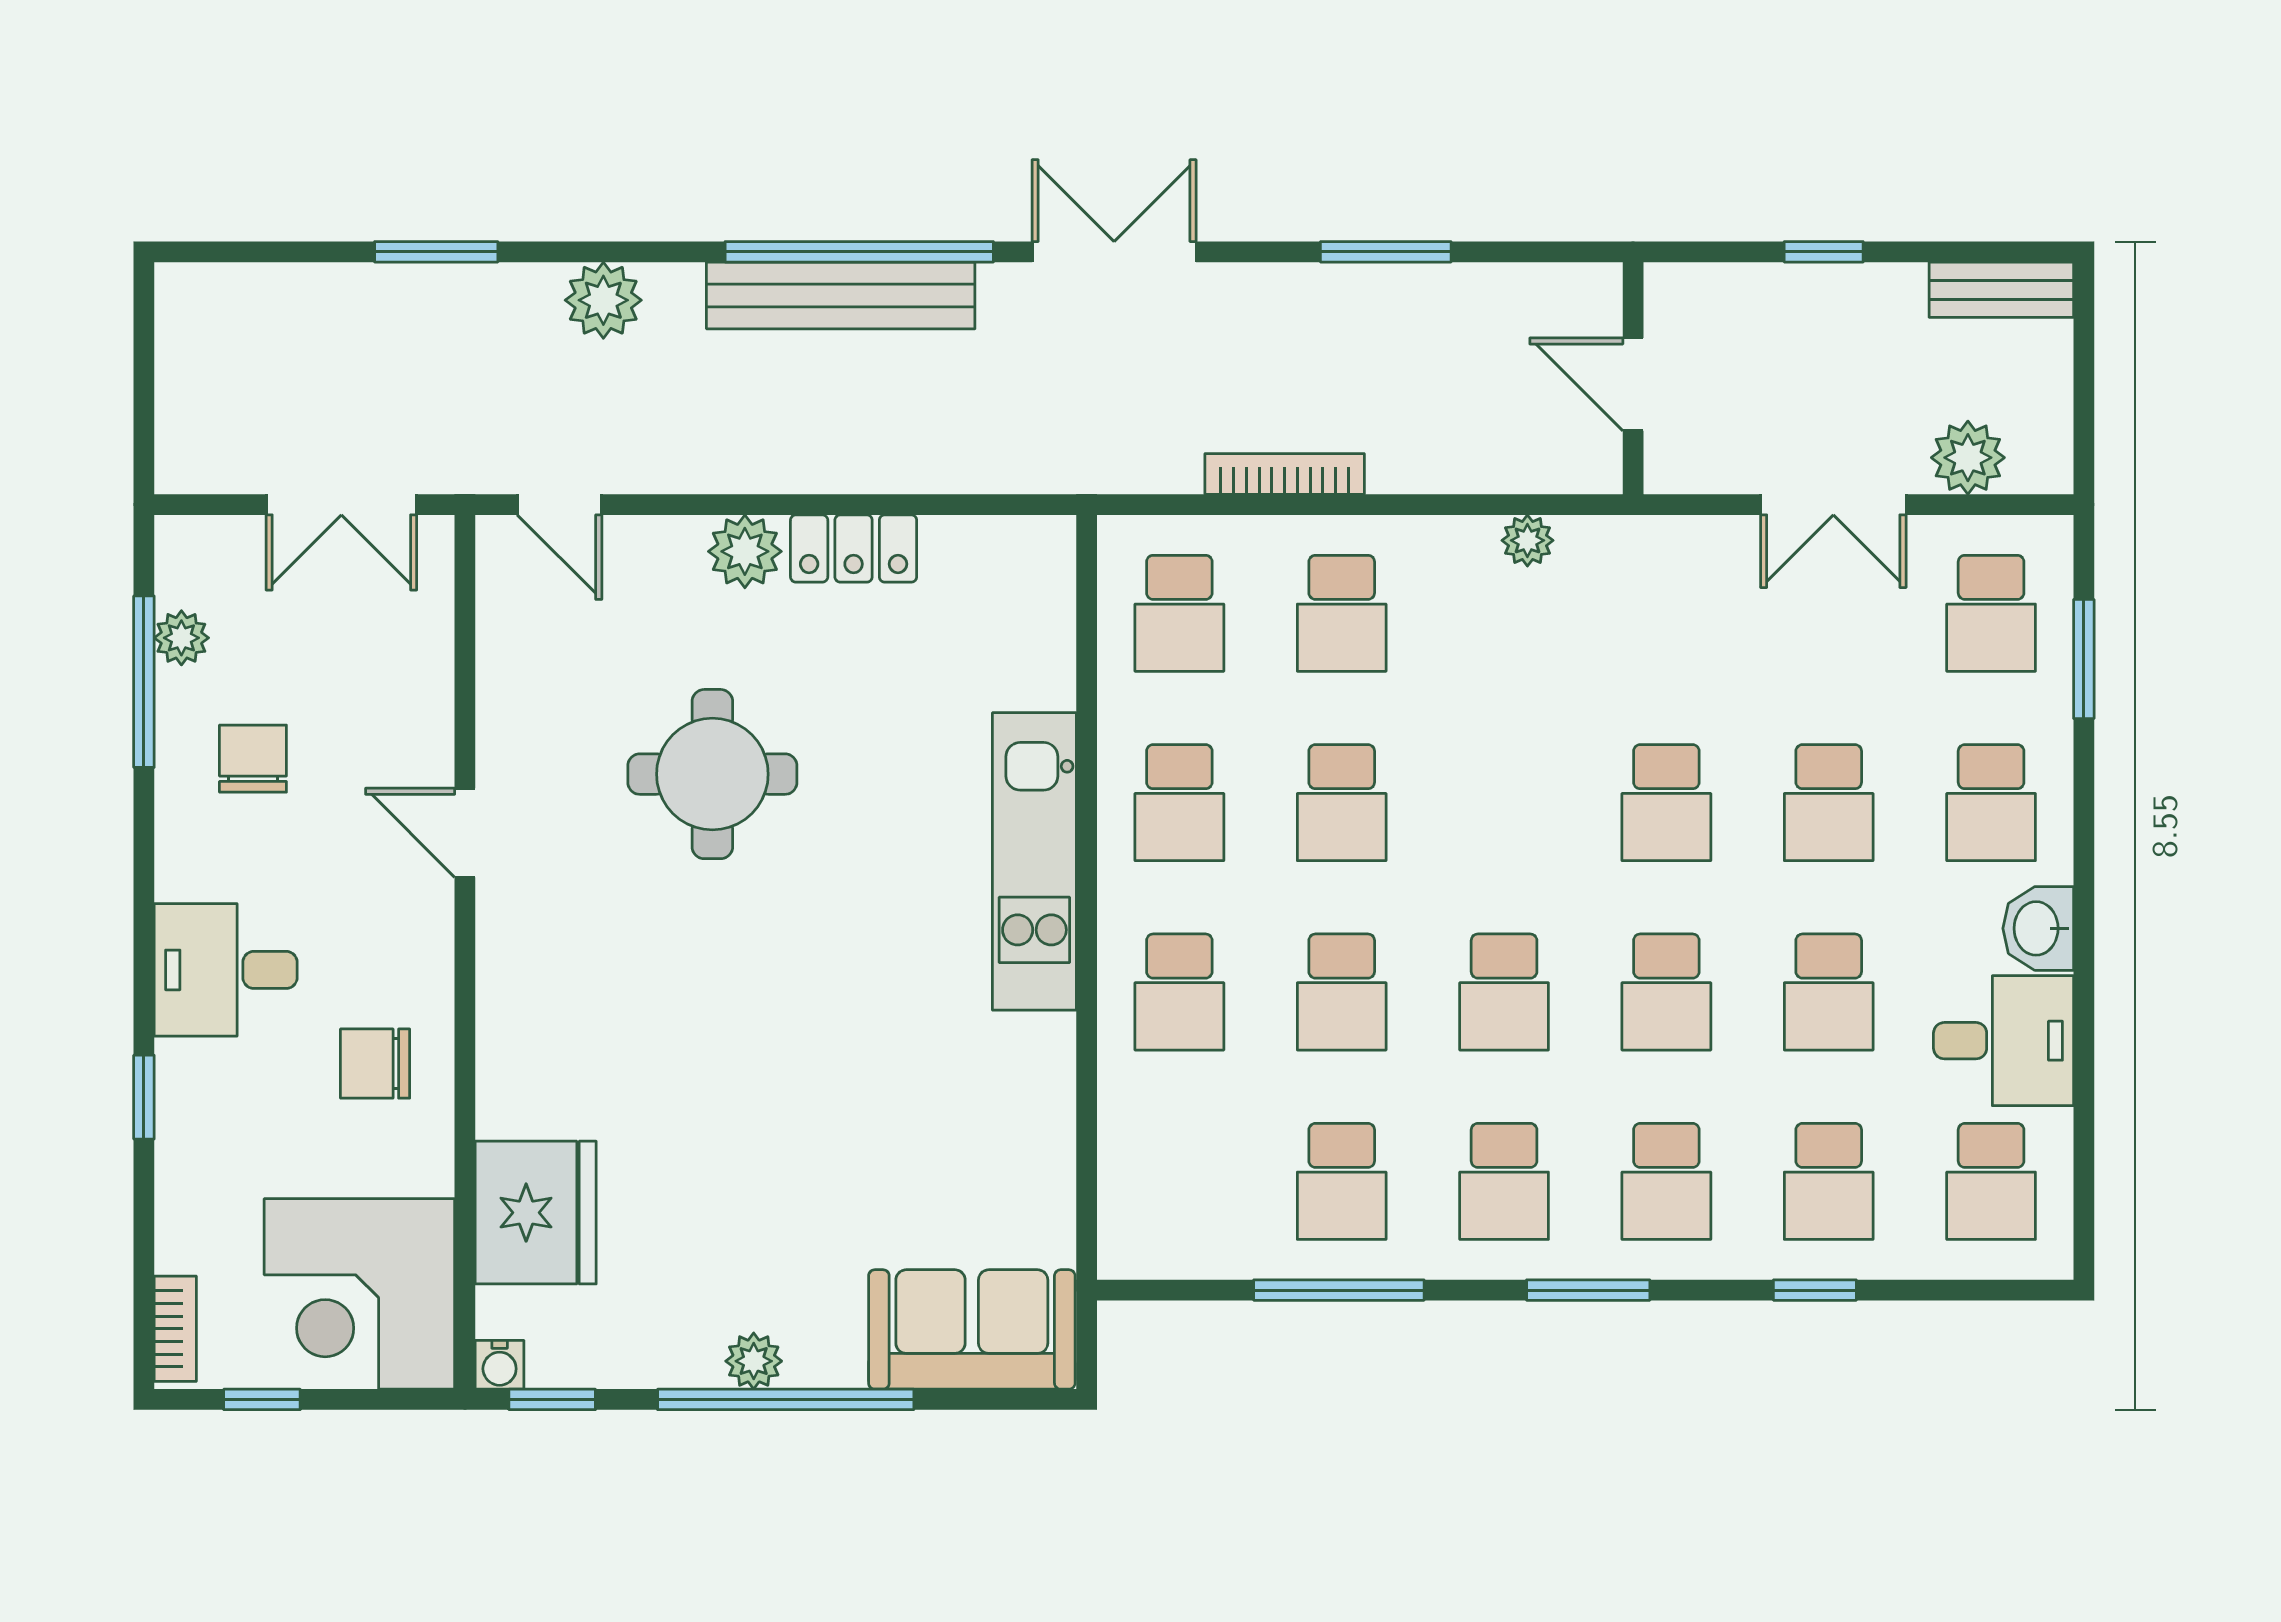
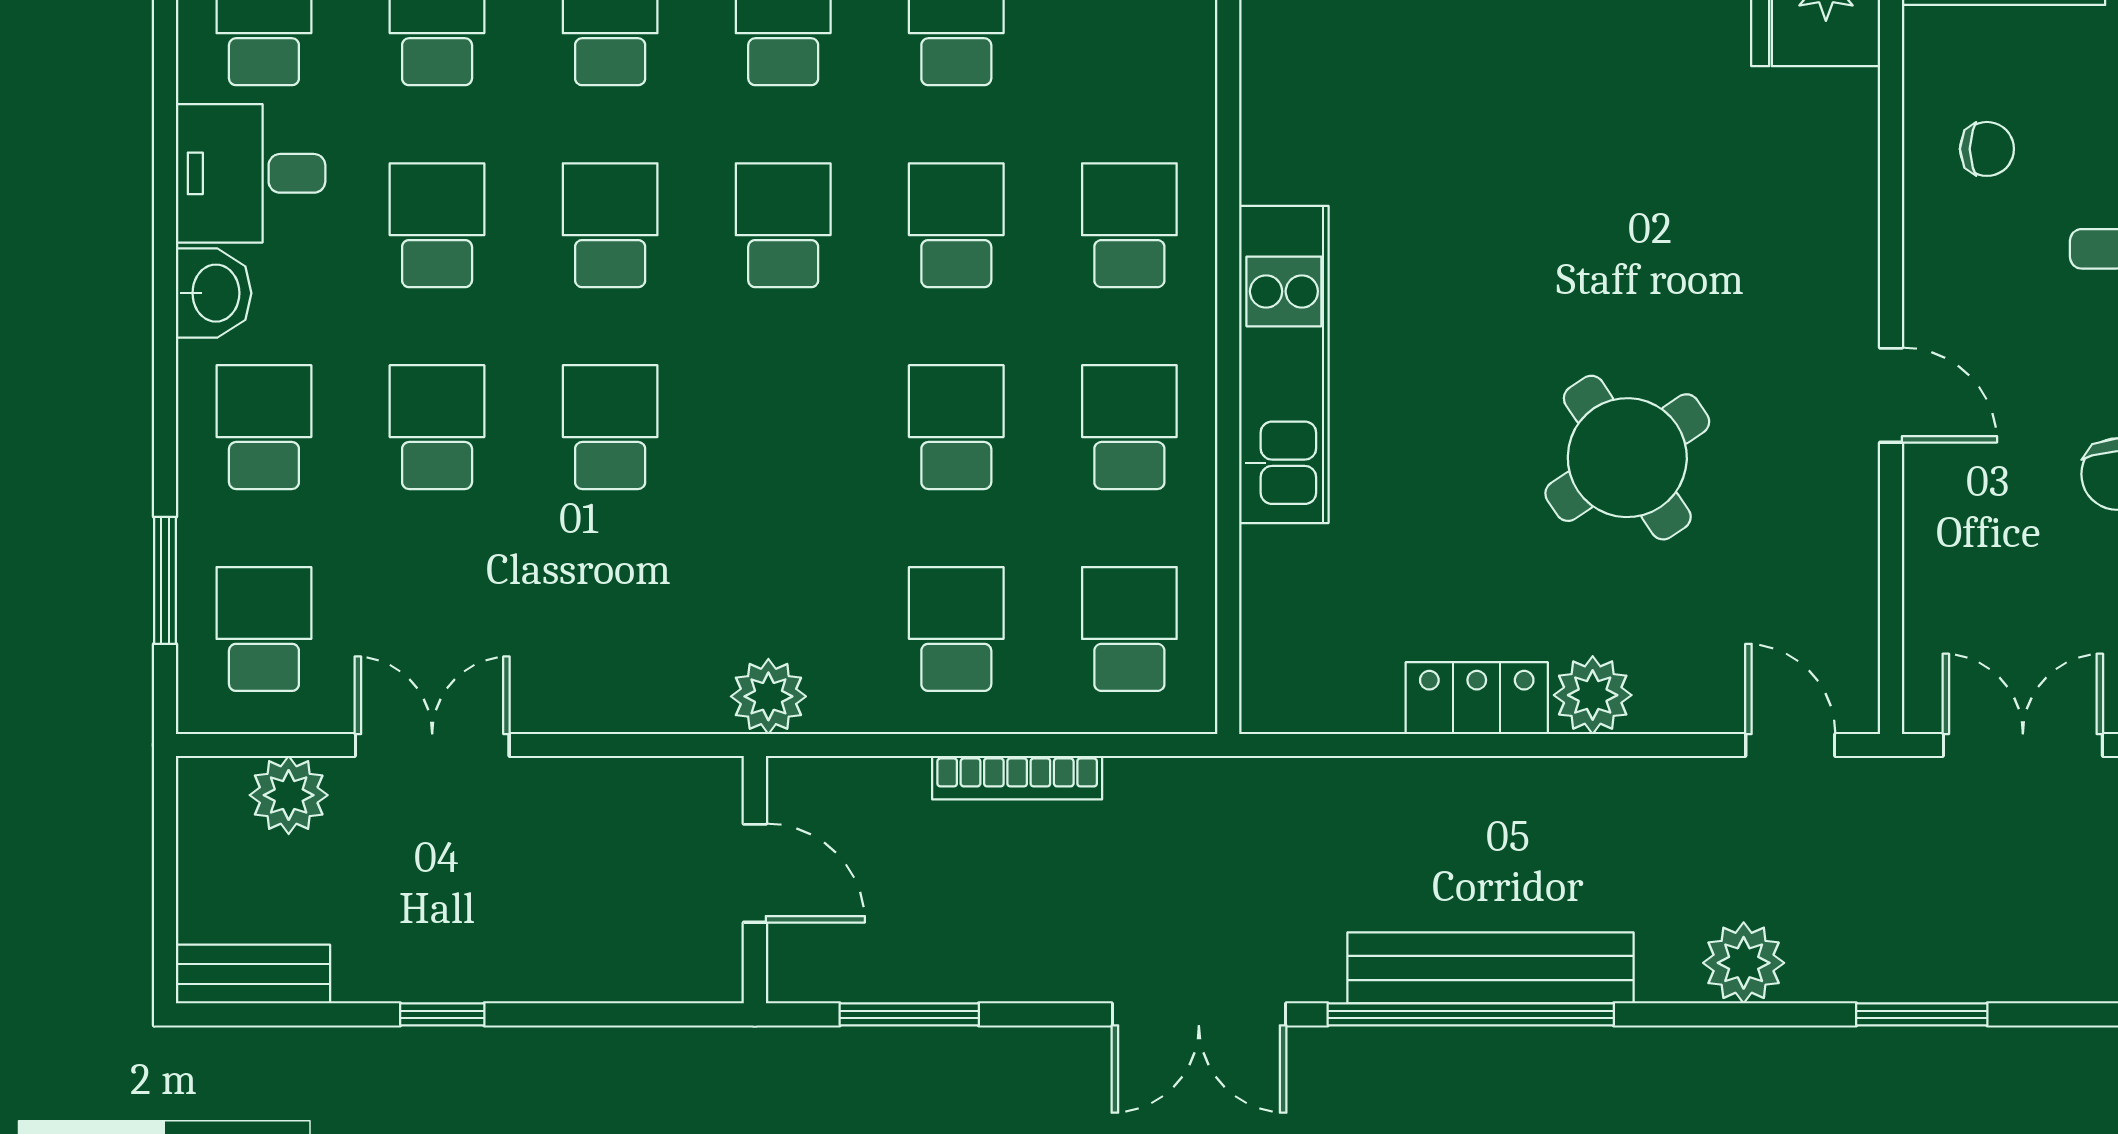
wall: (1633, 378) -> (755, 880), moved
door: (1633, 384) -> (755, 873), moved
plant: (1527, 540) -> (768, 696), width x1.38, depth x1.38
round table: (712, 774) -> (1627, 458), turned -34
chair: (375, 1064) -> (1987, 149), width x0.73, depth x0.73

